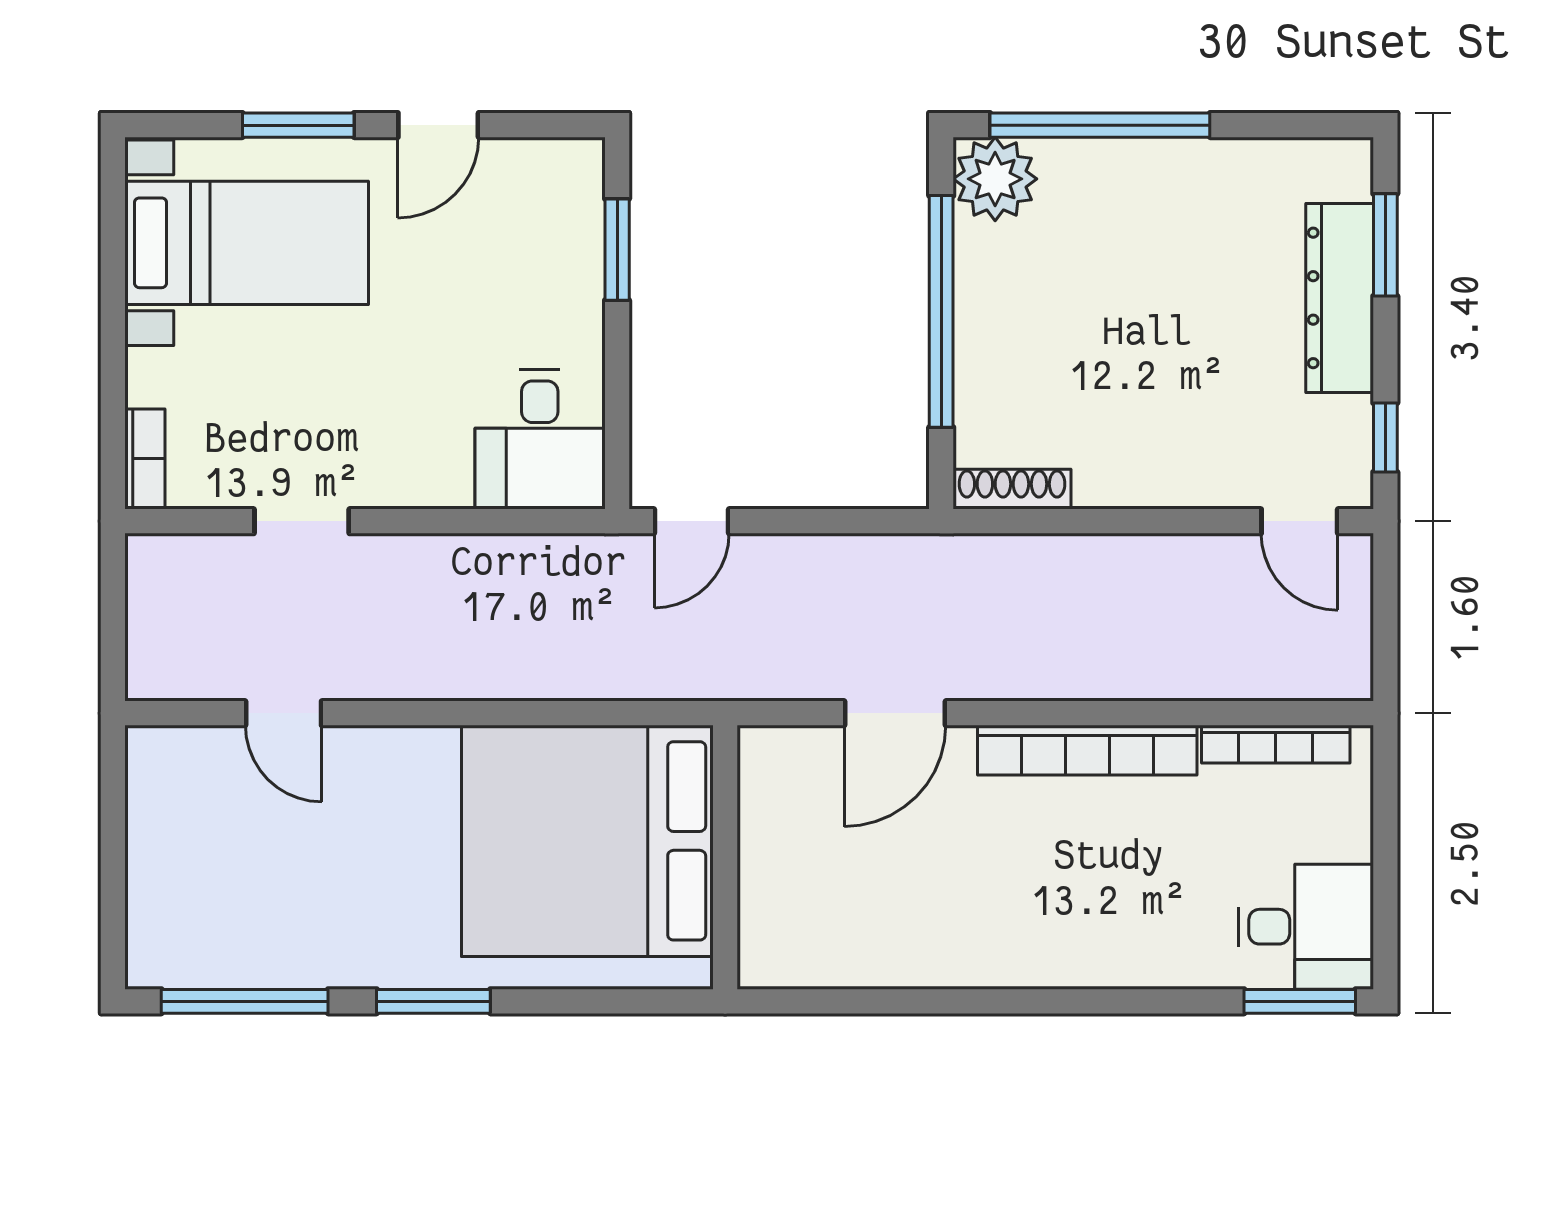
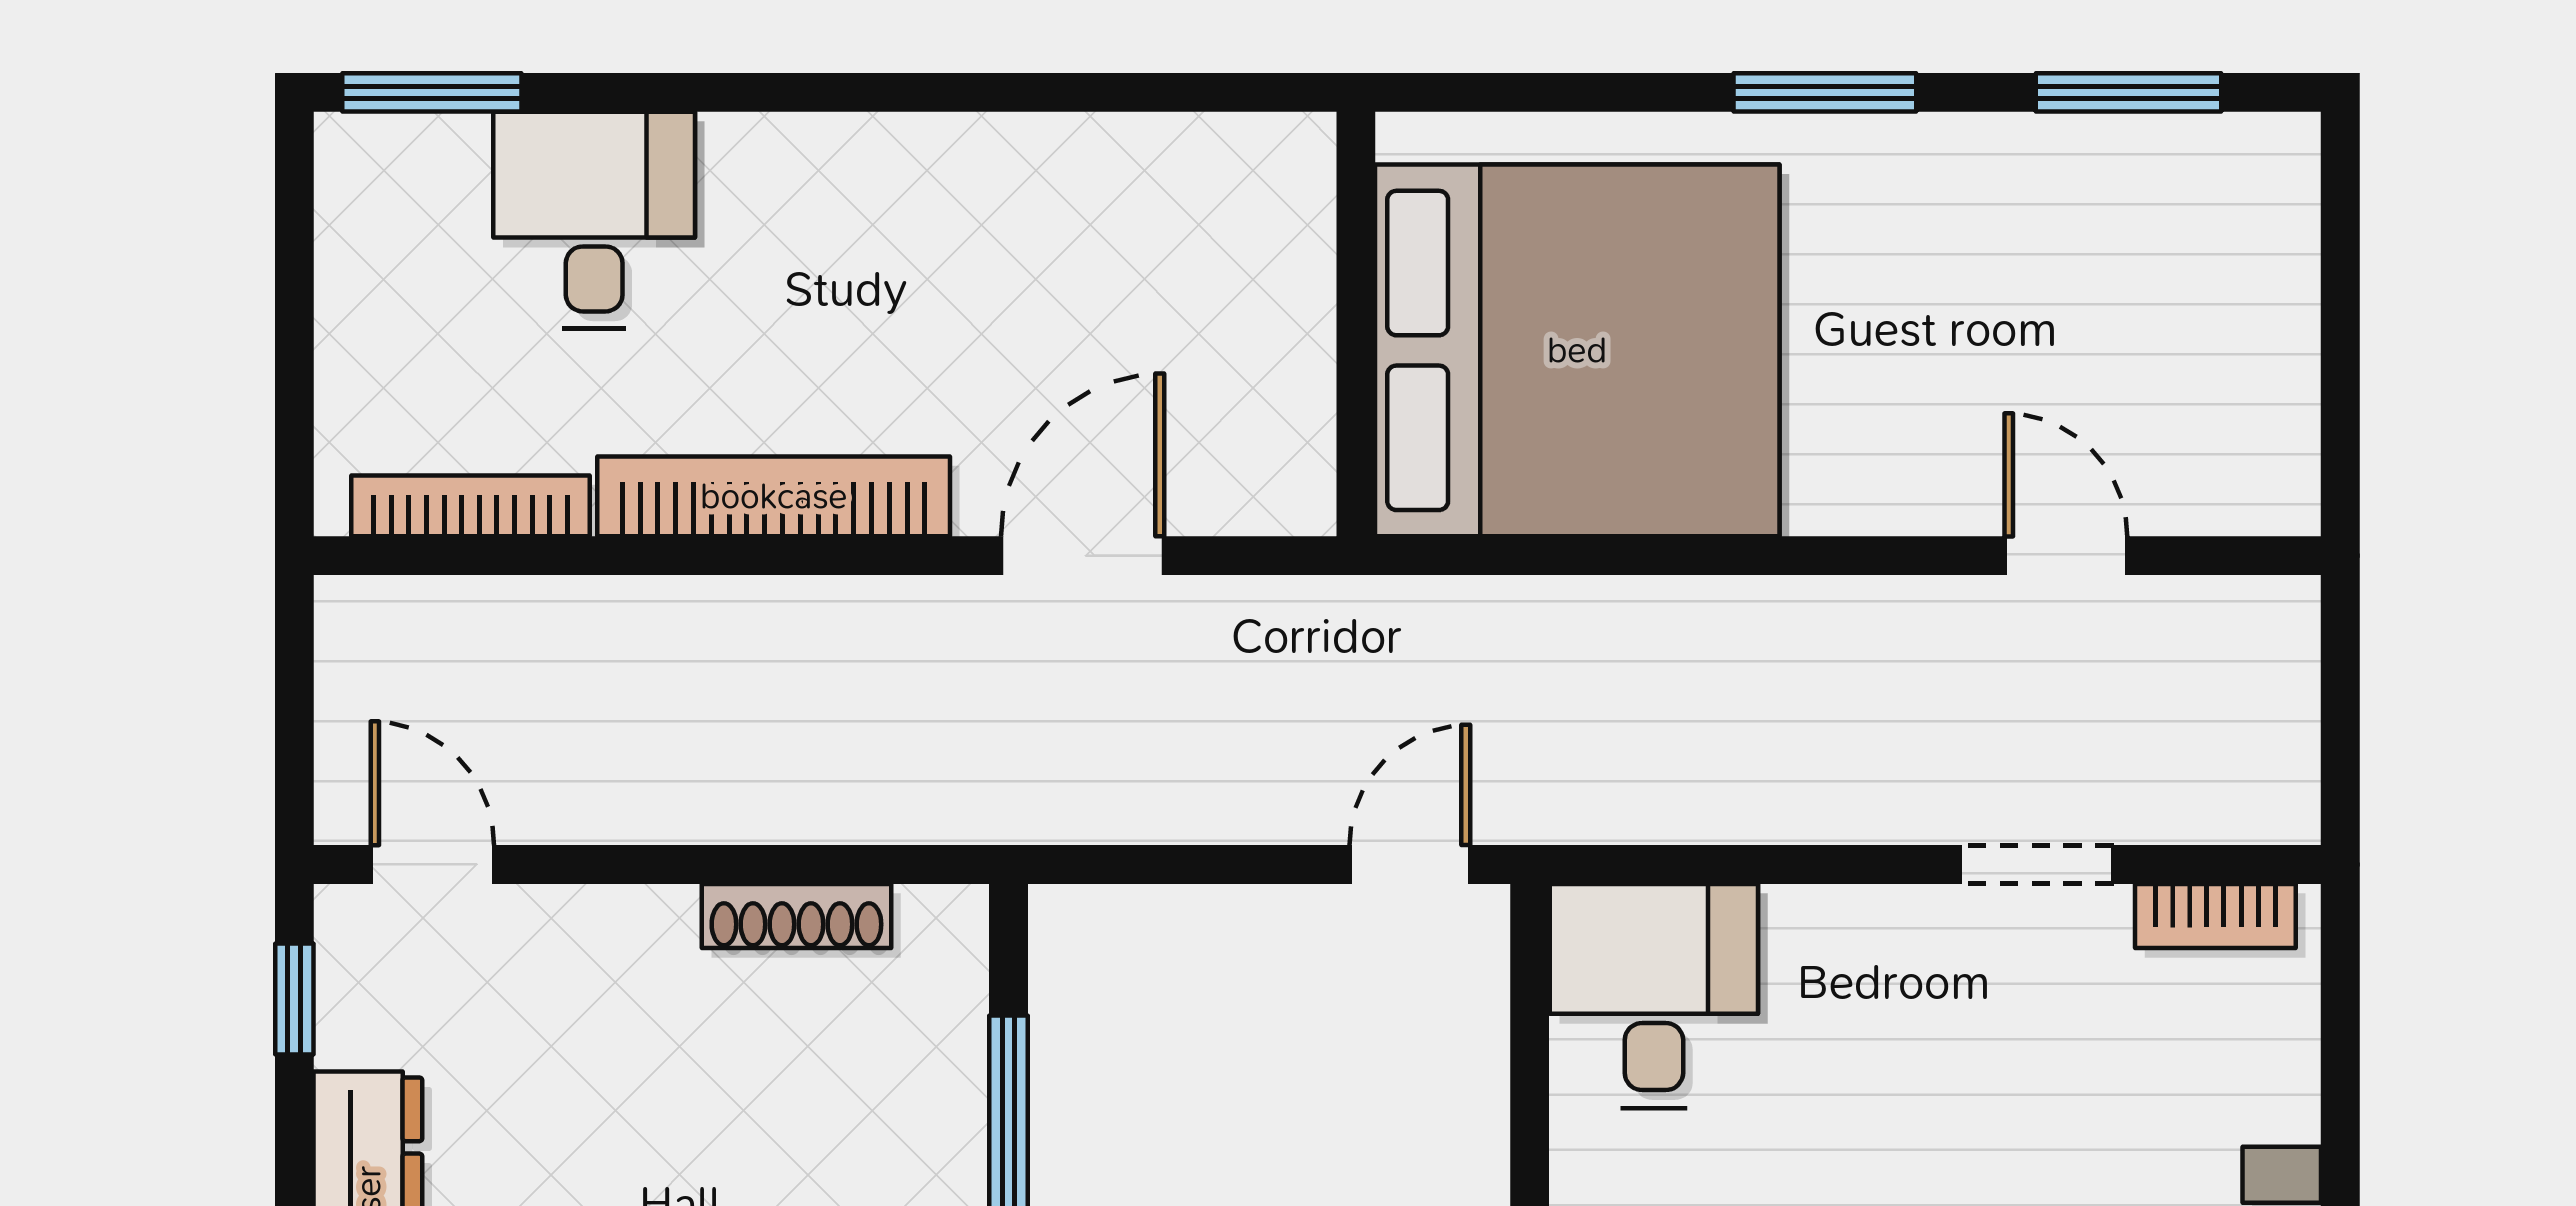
bookcase: (145, 459) -> (2215, 916), moved, turned -90
shoe rack: (1012, 489) -> (796, 916), moved
desk: (1306, 927) -> (594, 220), moved, turned 90
window: (245, 1001) -> (2128, 92), width x0.69

